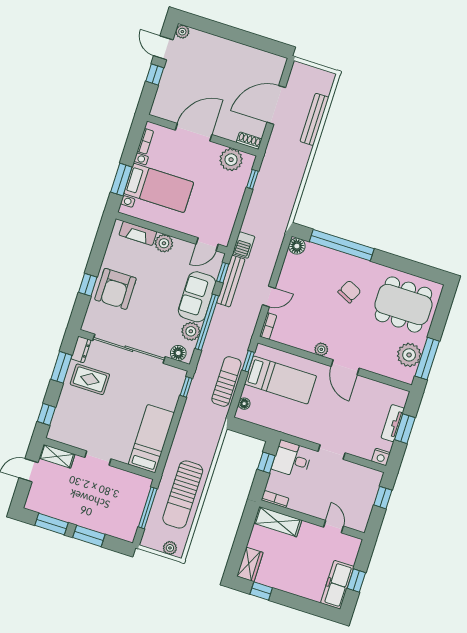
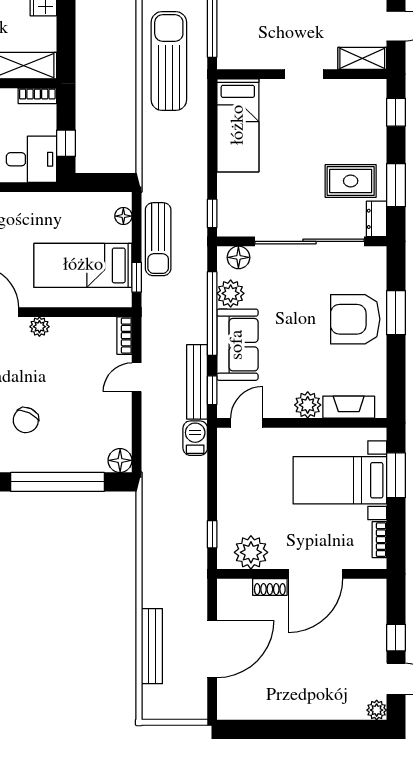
shoe rack: (249, 141) -> (270, 587), moved
window: (88, 285) -> (396, 313), width x1.50
armchair: (115, 289) -> (355, 319), turned -90

